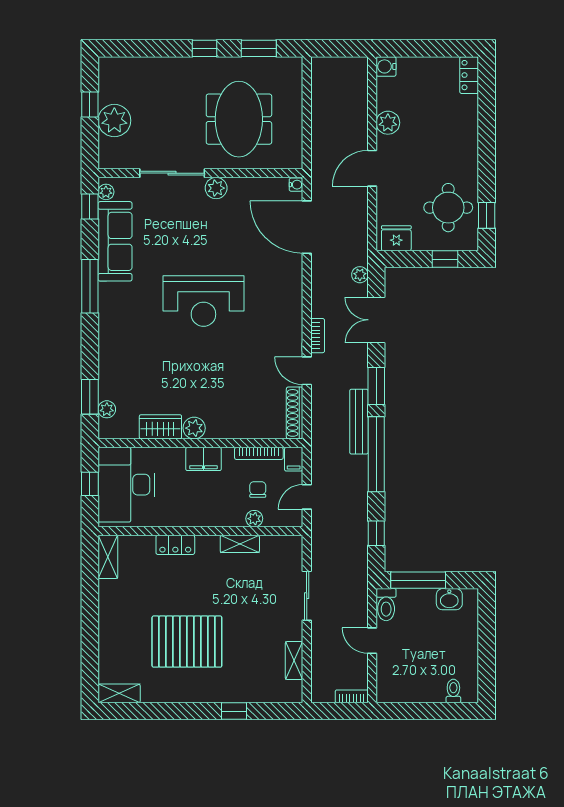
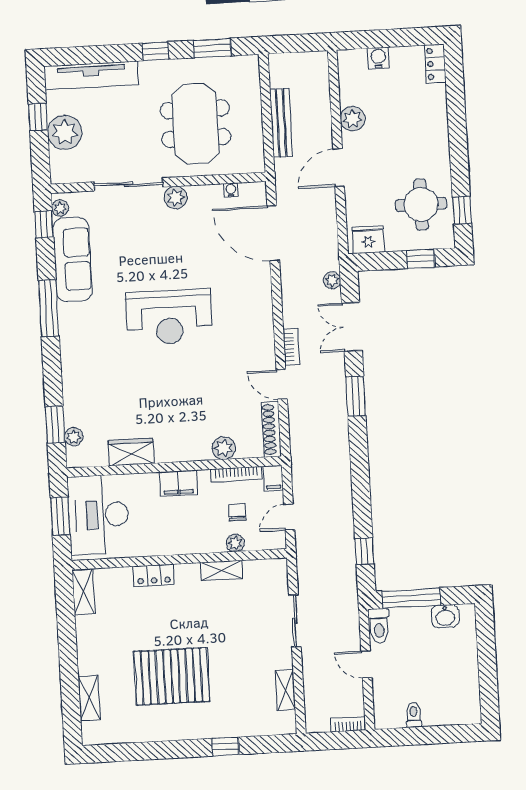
water cooler: (386, 66) -> (378, 58), moved, turned 90
tv unit: (142, 68) -> (91, 75), added
water cooler: (296, 185) -> (231, 190), moved, turned -90
bench: (359, 422) -> (281, 123), moved
plant: (194, 428) -> (224, 448), moved
window: (376, 454) -> (360, 468), removed
window: (90, 484) -> (60, 516), width x1.50
toilet: (453, 691) -> (414, 715), moved
shelving: (119, 693) -> (89, 698), moved, turned 90

